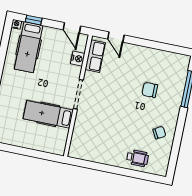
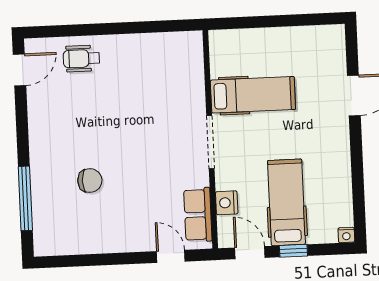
window: (34, 20) -> (293, 251), moved
hospital bed: (29, 47) -> (286, 202), moved
chair: (159, 133) -> (55, 112), removed
door: (173, 161) -> (19, 70), added

